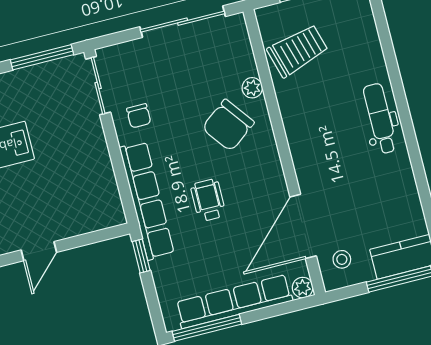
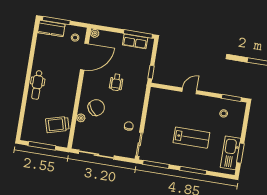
row of seats: (147, 201) -> (140, 92), removed
row of seats: (234, 301) -> (135, 41), width x0.50

